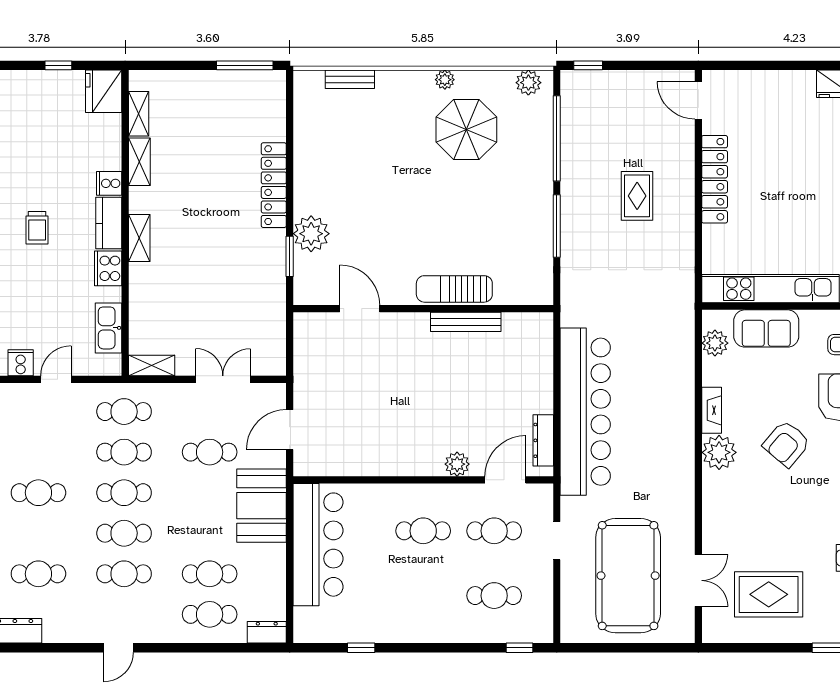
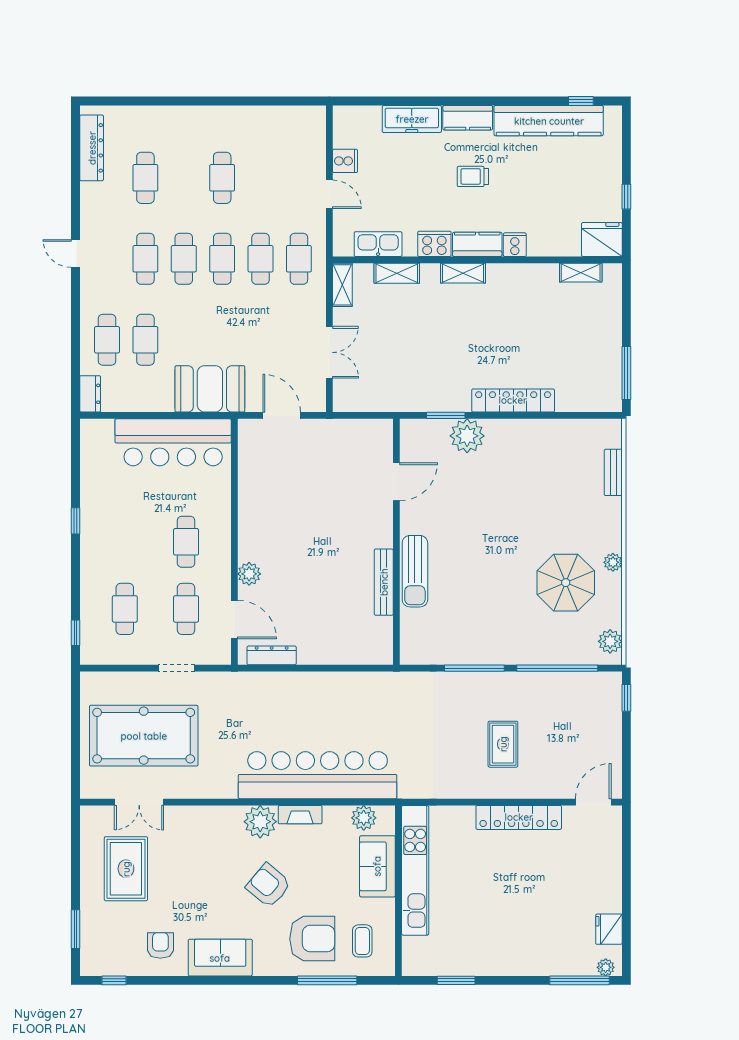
shelving: (139, 162) -> (397, 273), moved
rug: (637, 196) -> (503, 744), turned 90
sun lounger: (454, 289) -> (415, 571), turned 180
bar counter: (585, 412) -> (318, 775), moved, turned 180
cafe table: (210, 452) -> (261, 340), removed
window: (361, 648) -> (75, 521), moved

